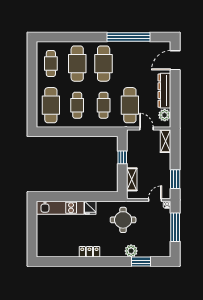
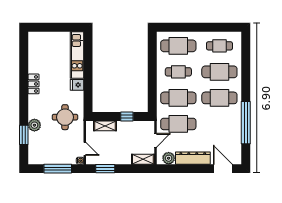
cafe table: (104, 105) -> (178, 98), width x1.37, depth x1.35

